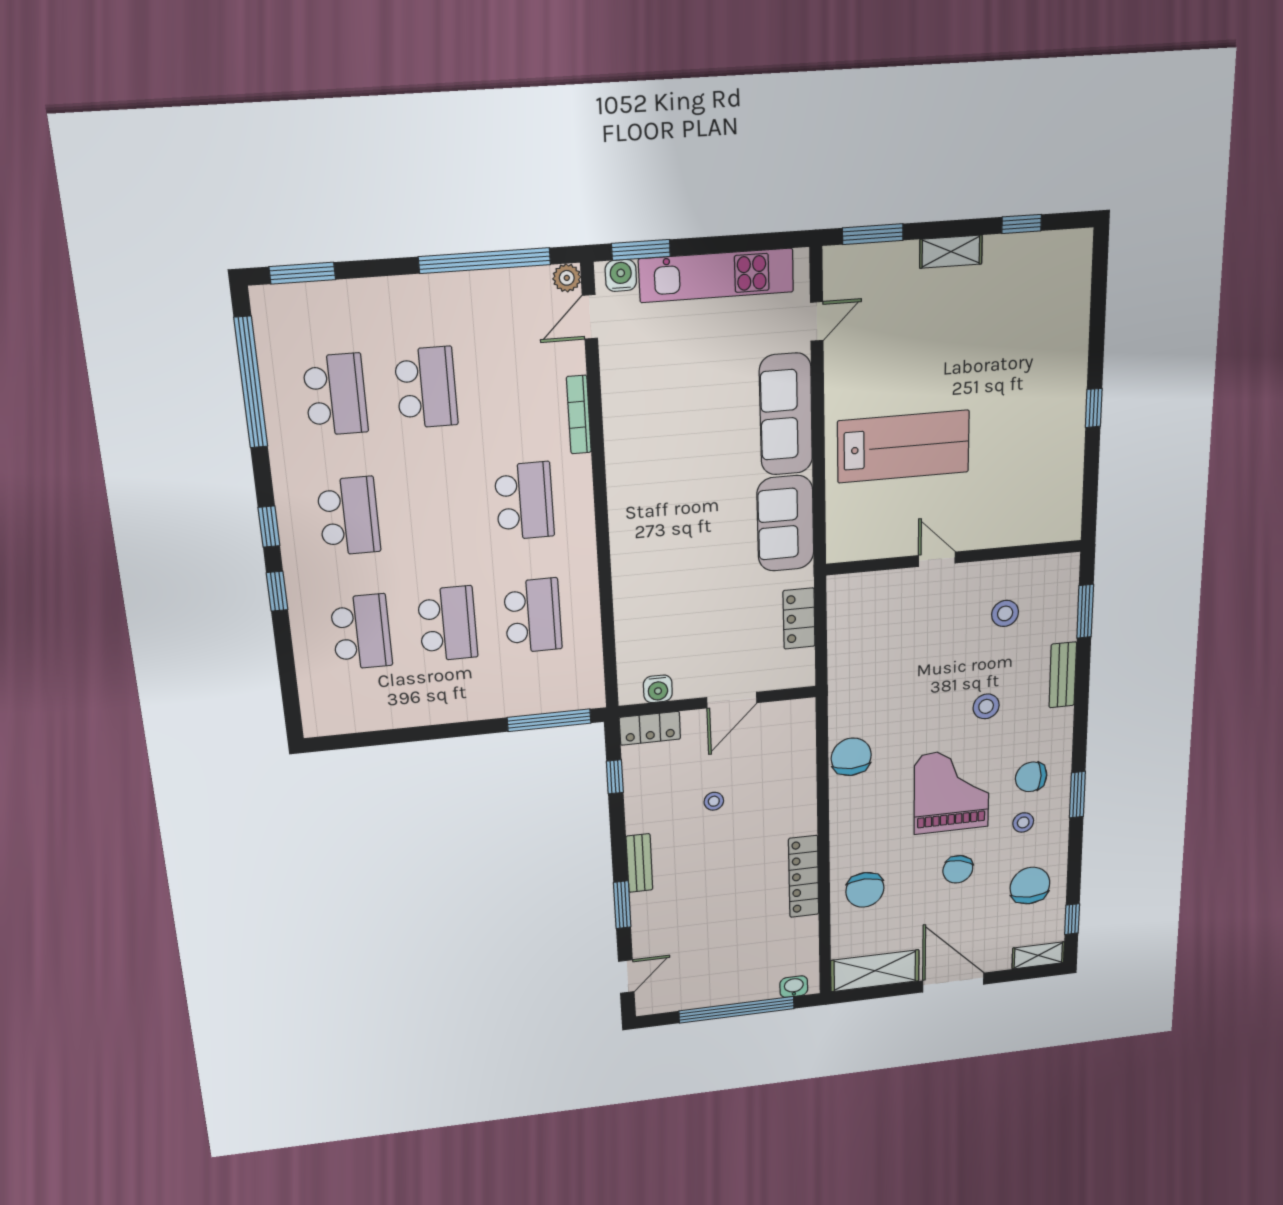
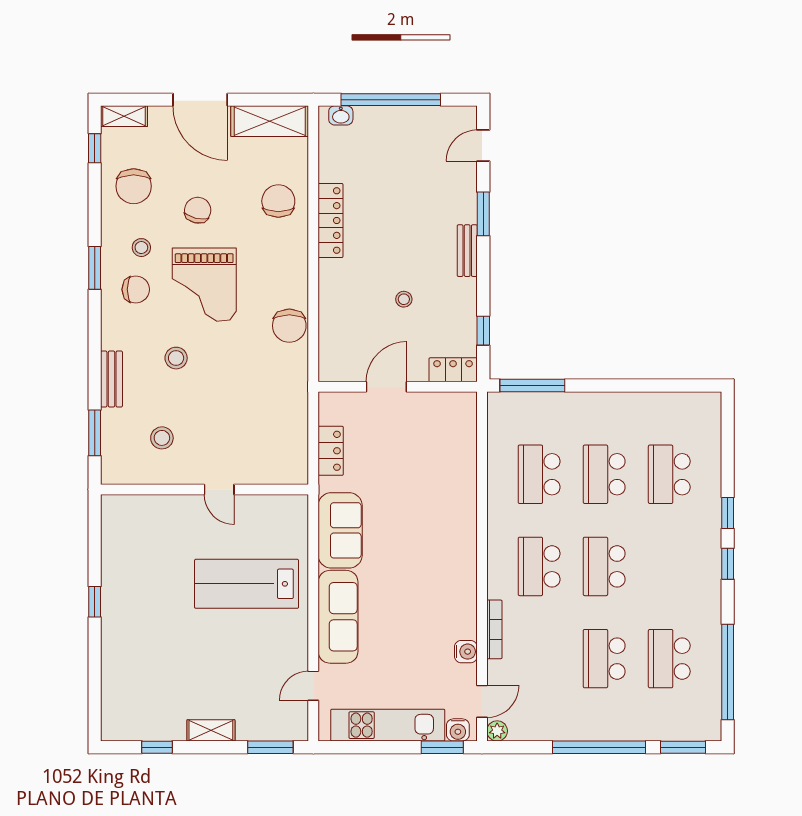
window: (485, 261) -> (599, 747), moved
school desk: (349, 516) -> (604, 566), moved
water cooler: (658, 689) -> (466, 652), moved, turned 90

